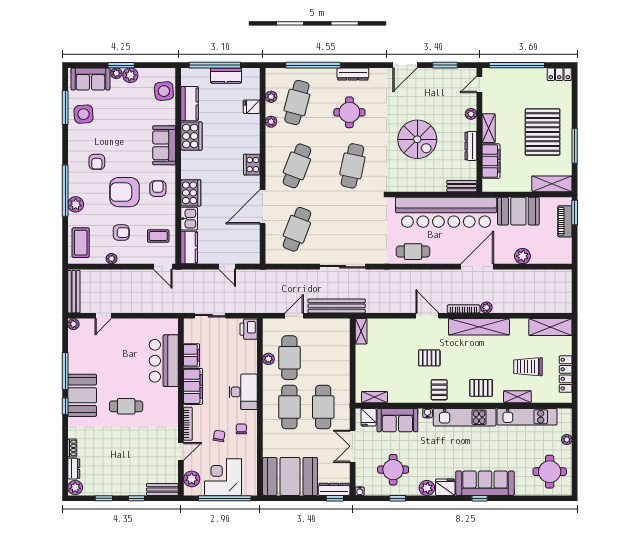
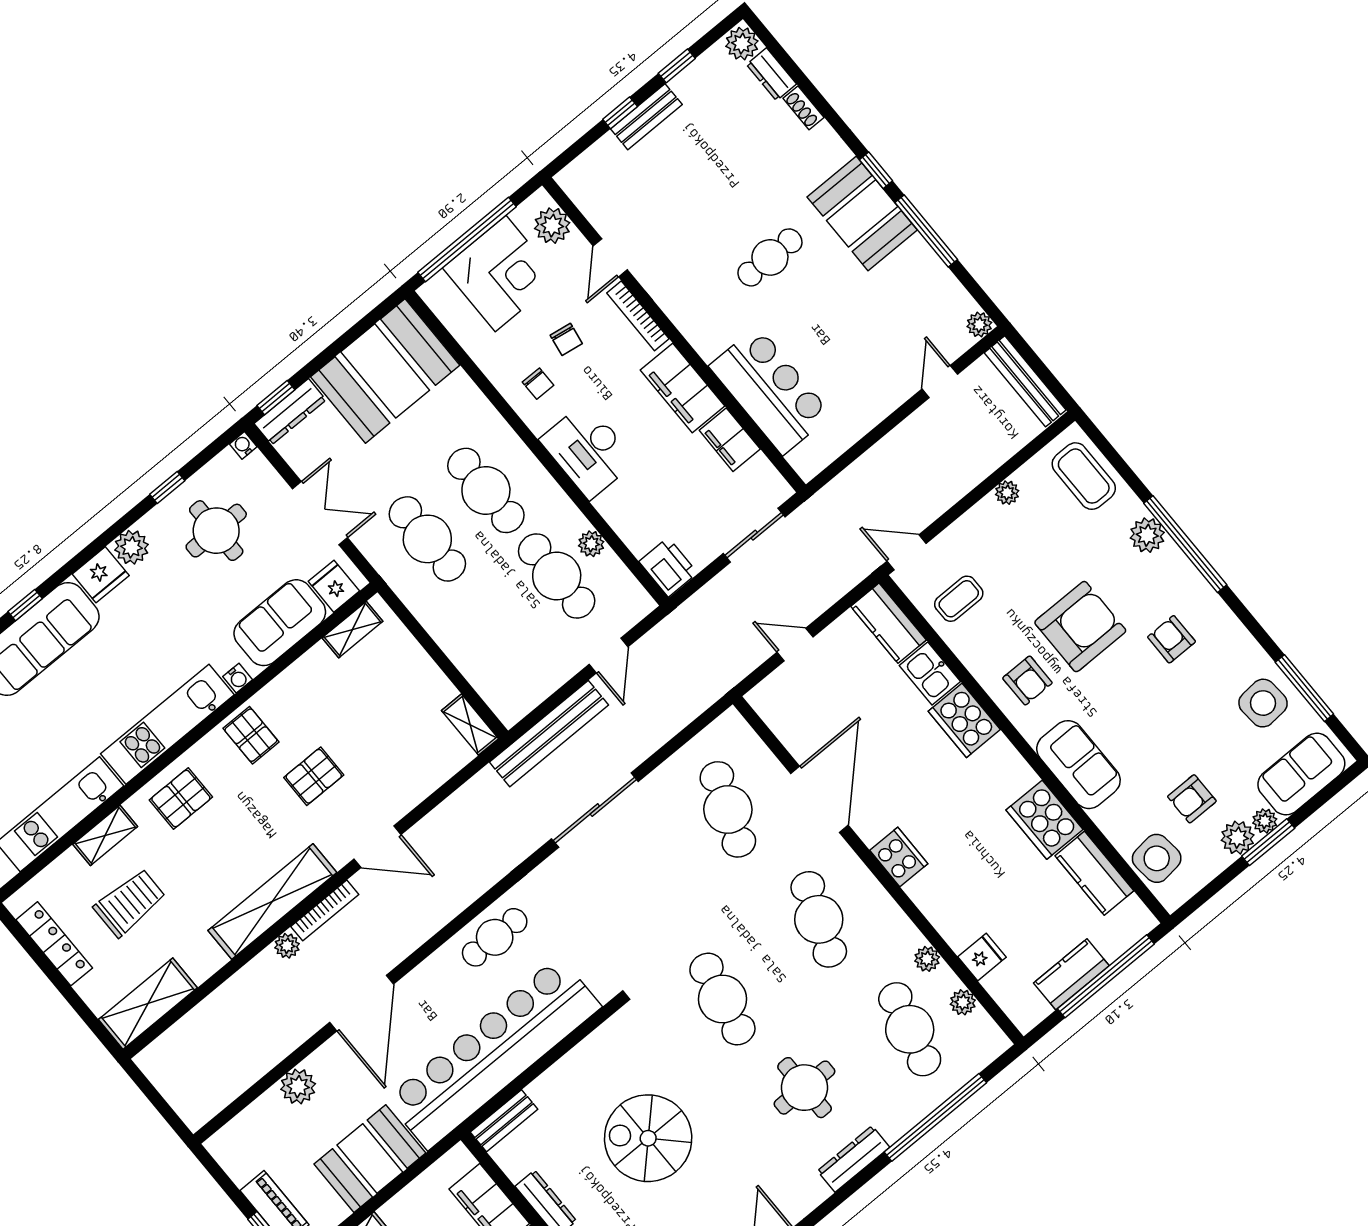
armchair: (121, 233) -> (1192, 799), moved
bench: (162, 490) -> (646, 117), moved

